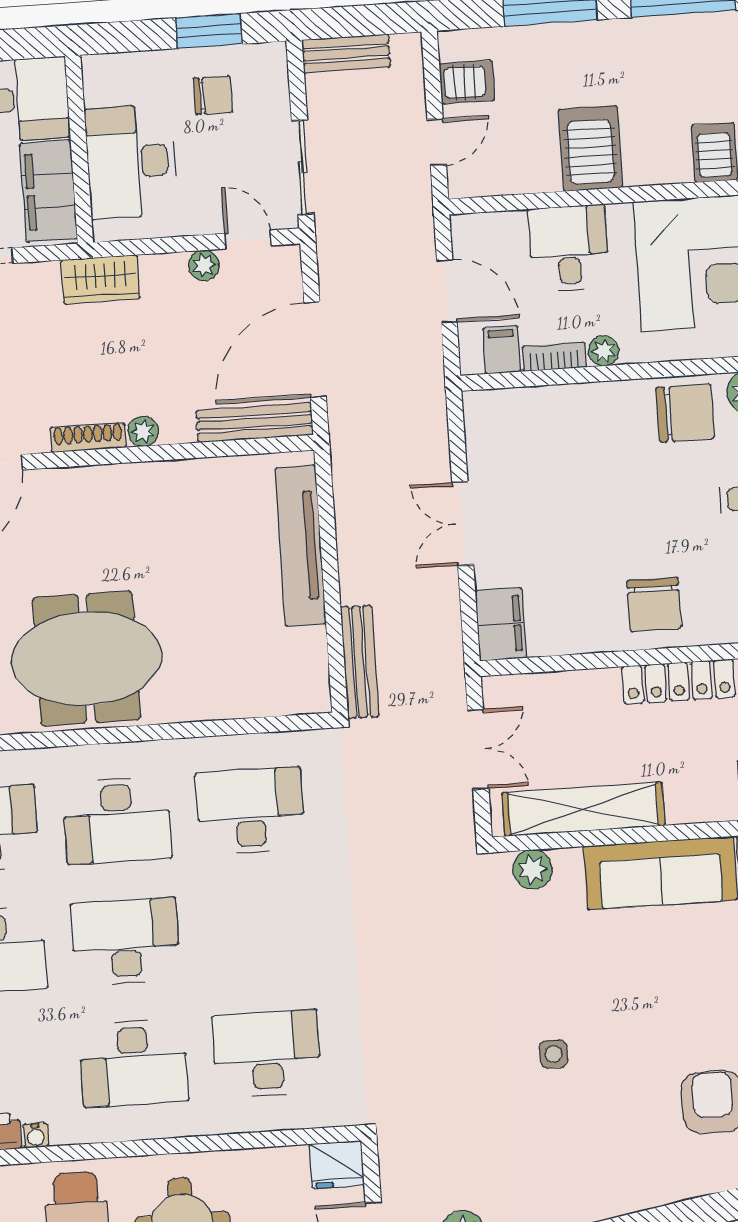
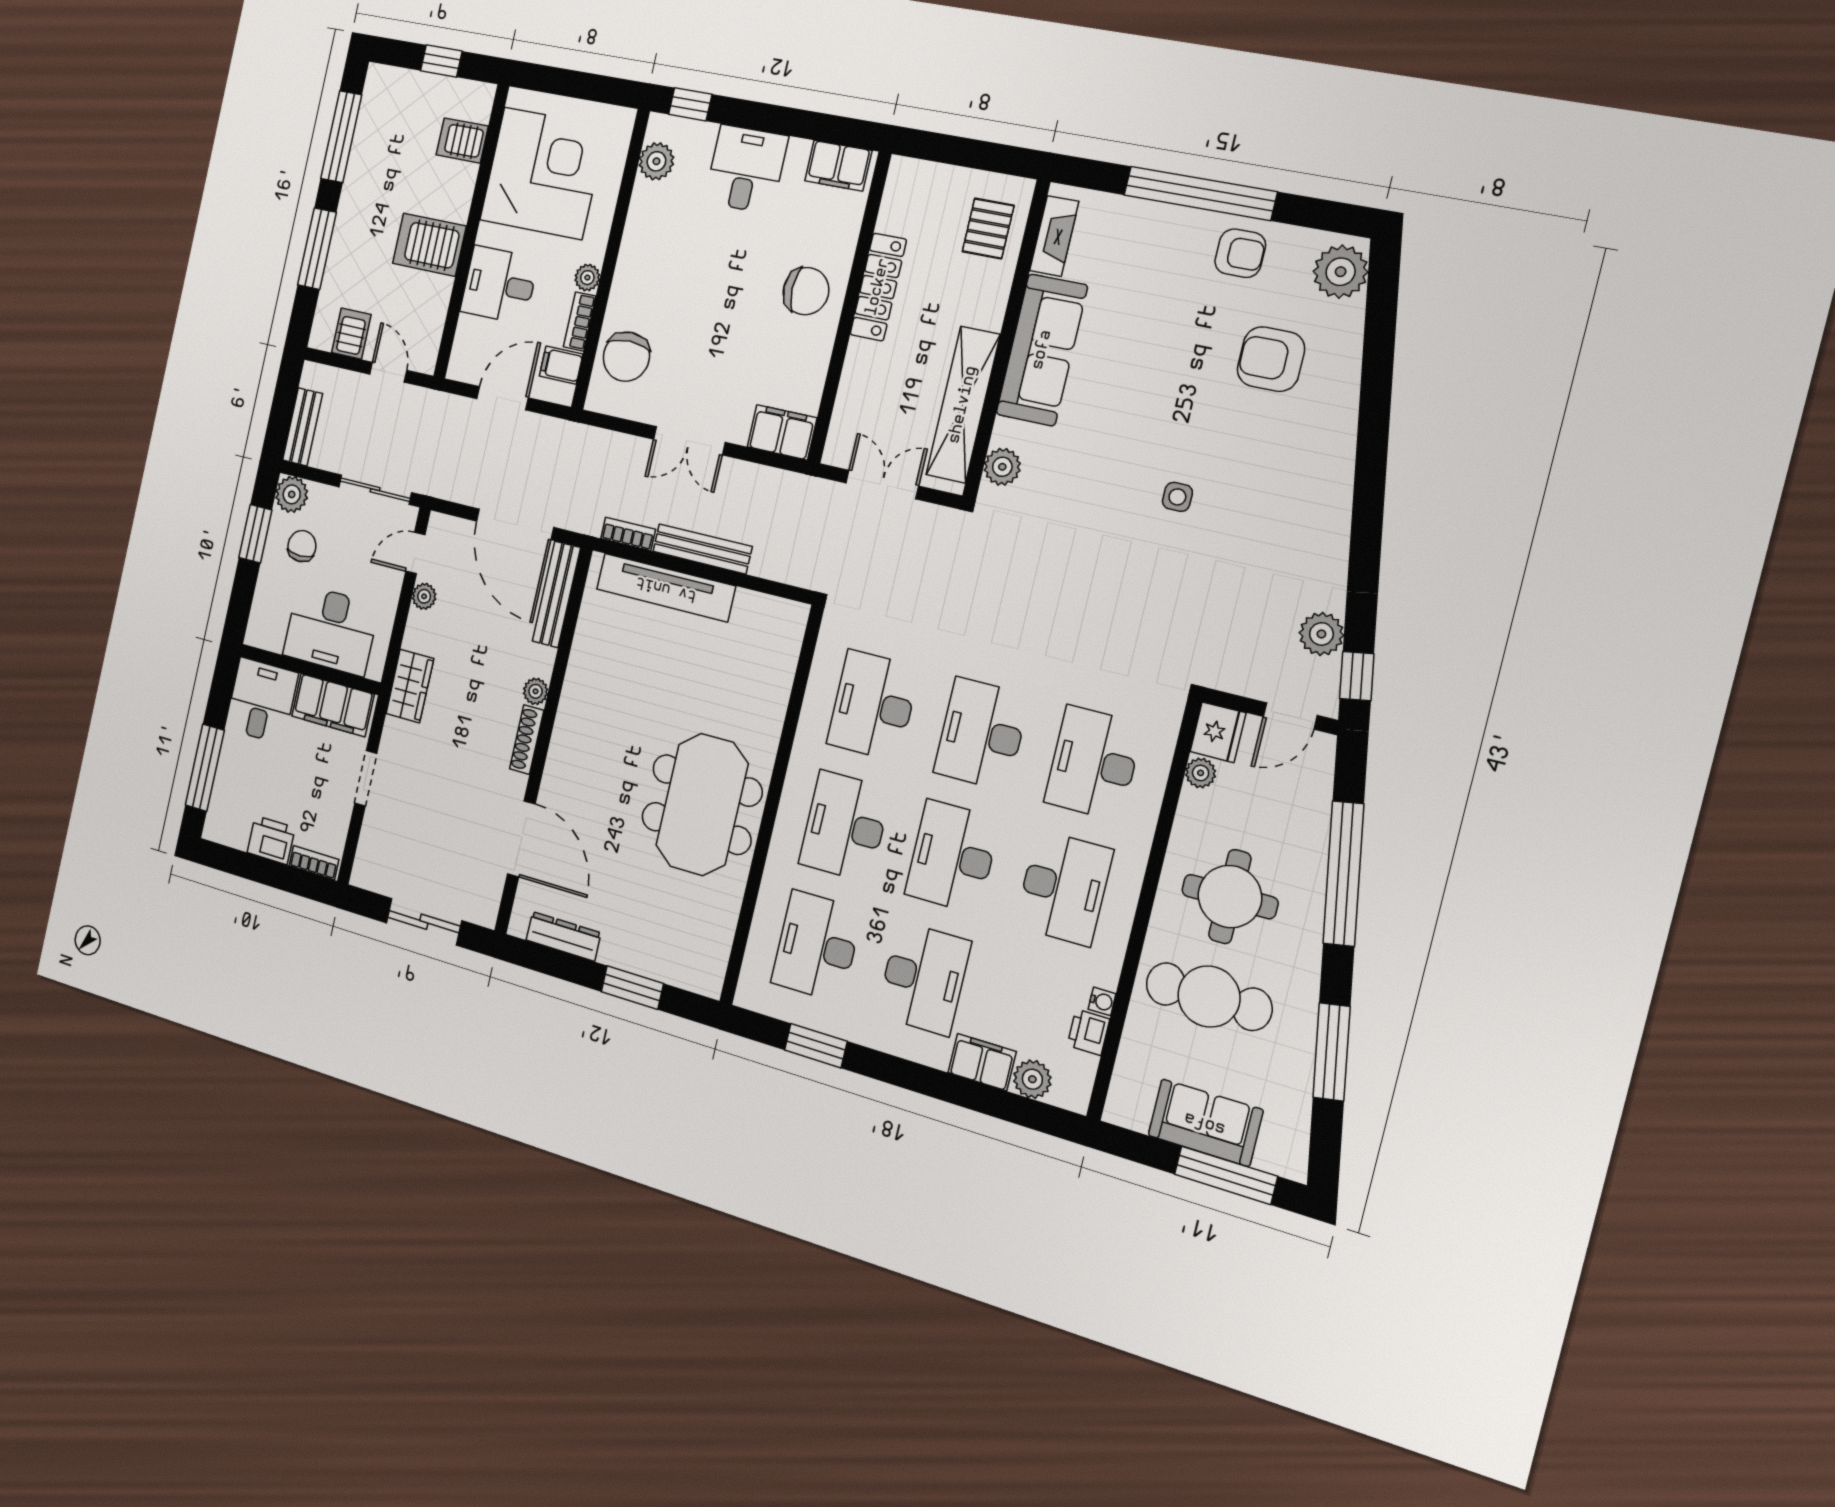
plant: (267, 64) -> (292, 494), added
chair: (685, 413) -> (626, 357), moved, turned 180
bookcase: (344, 485) -> (628, 534), added
bench: (360, 662) -> (702, 549), moved
desk: (117, 820) -> (845, 826), turned 180
desk: (258, 932) -> (982, 734), added
plant: (292, 1160) -> (1201, 773), added

